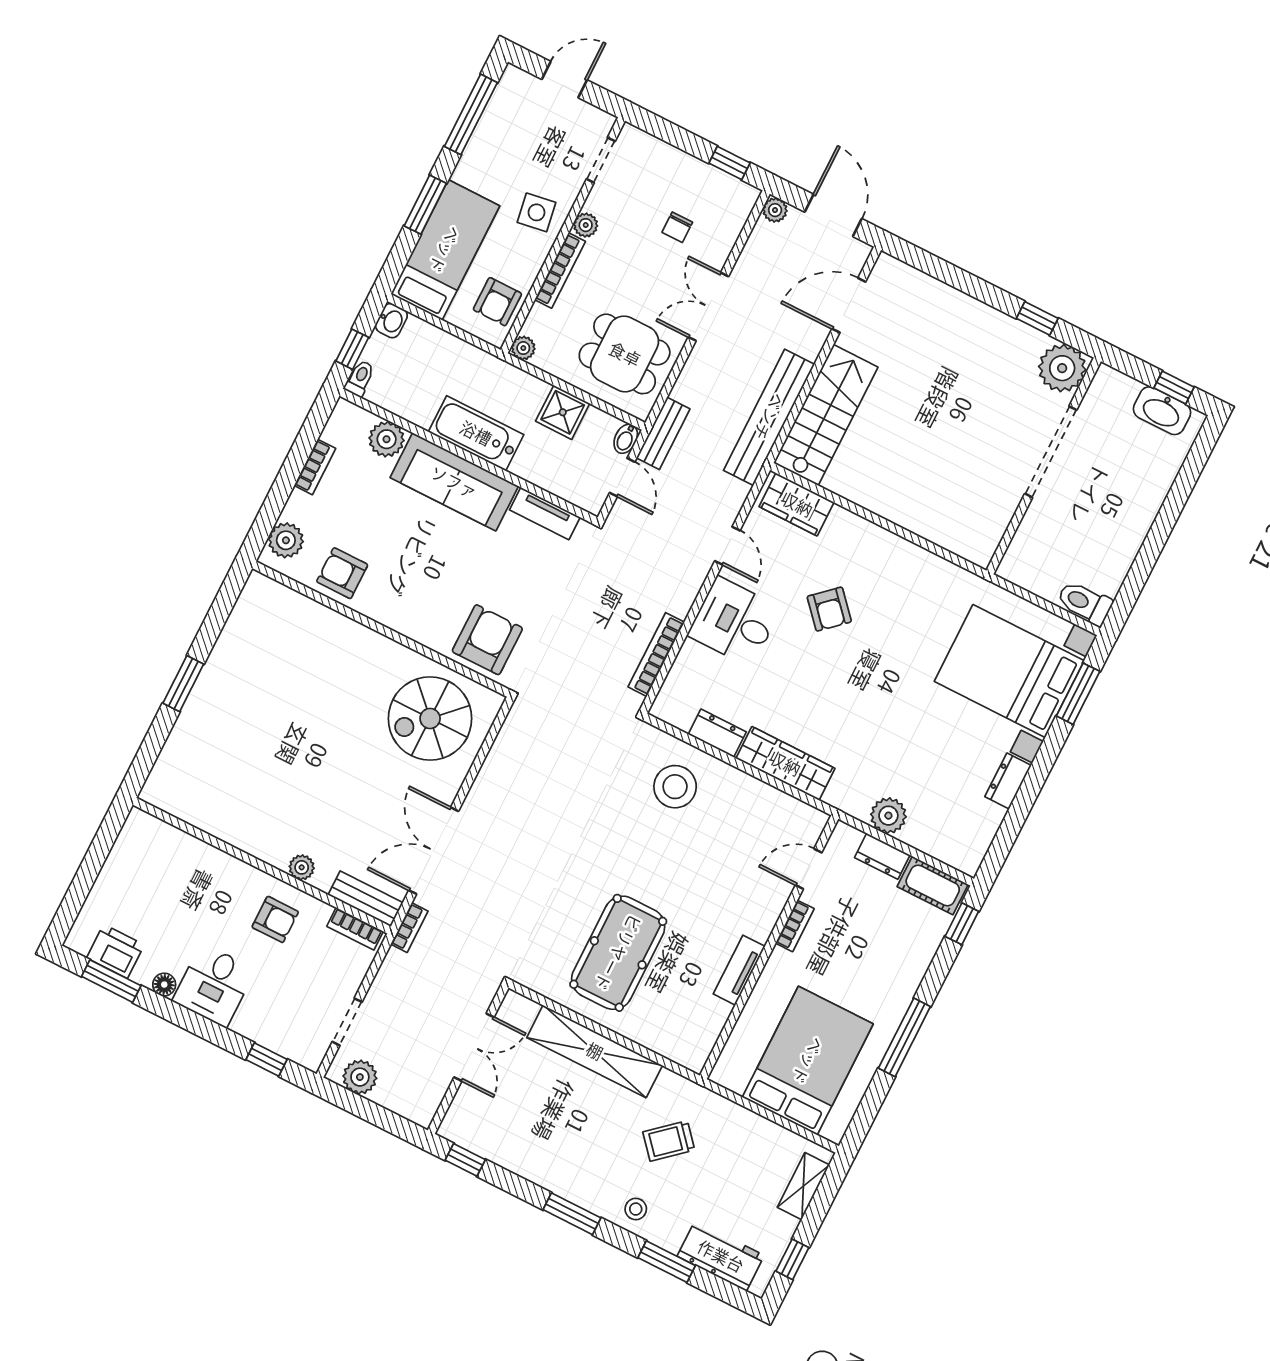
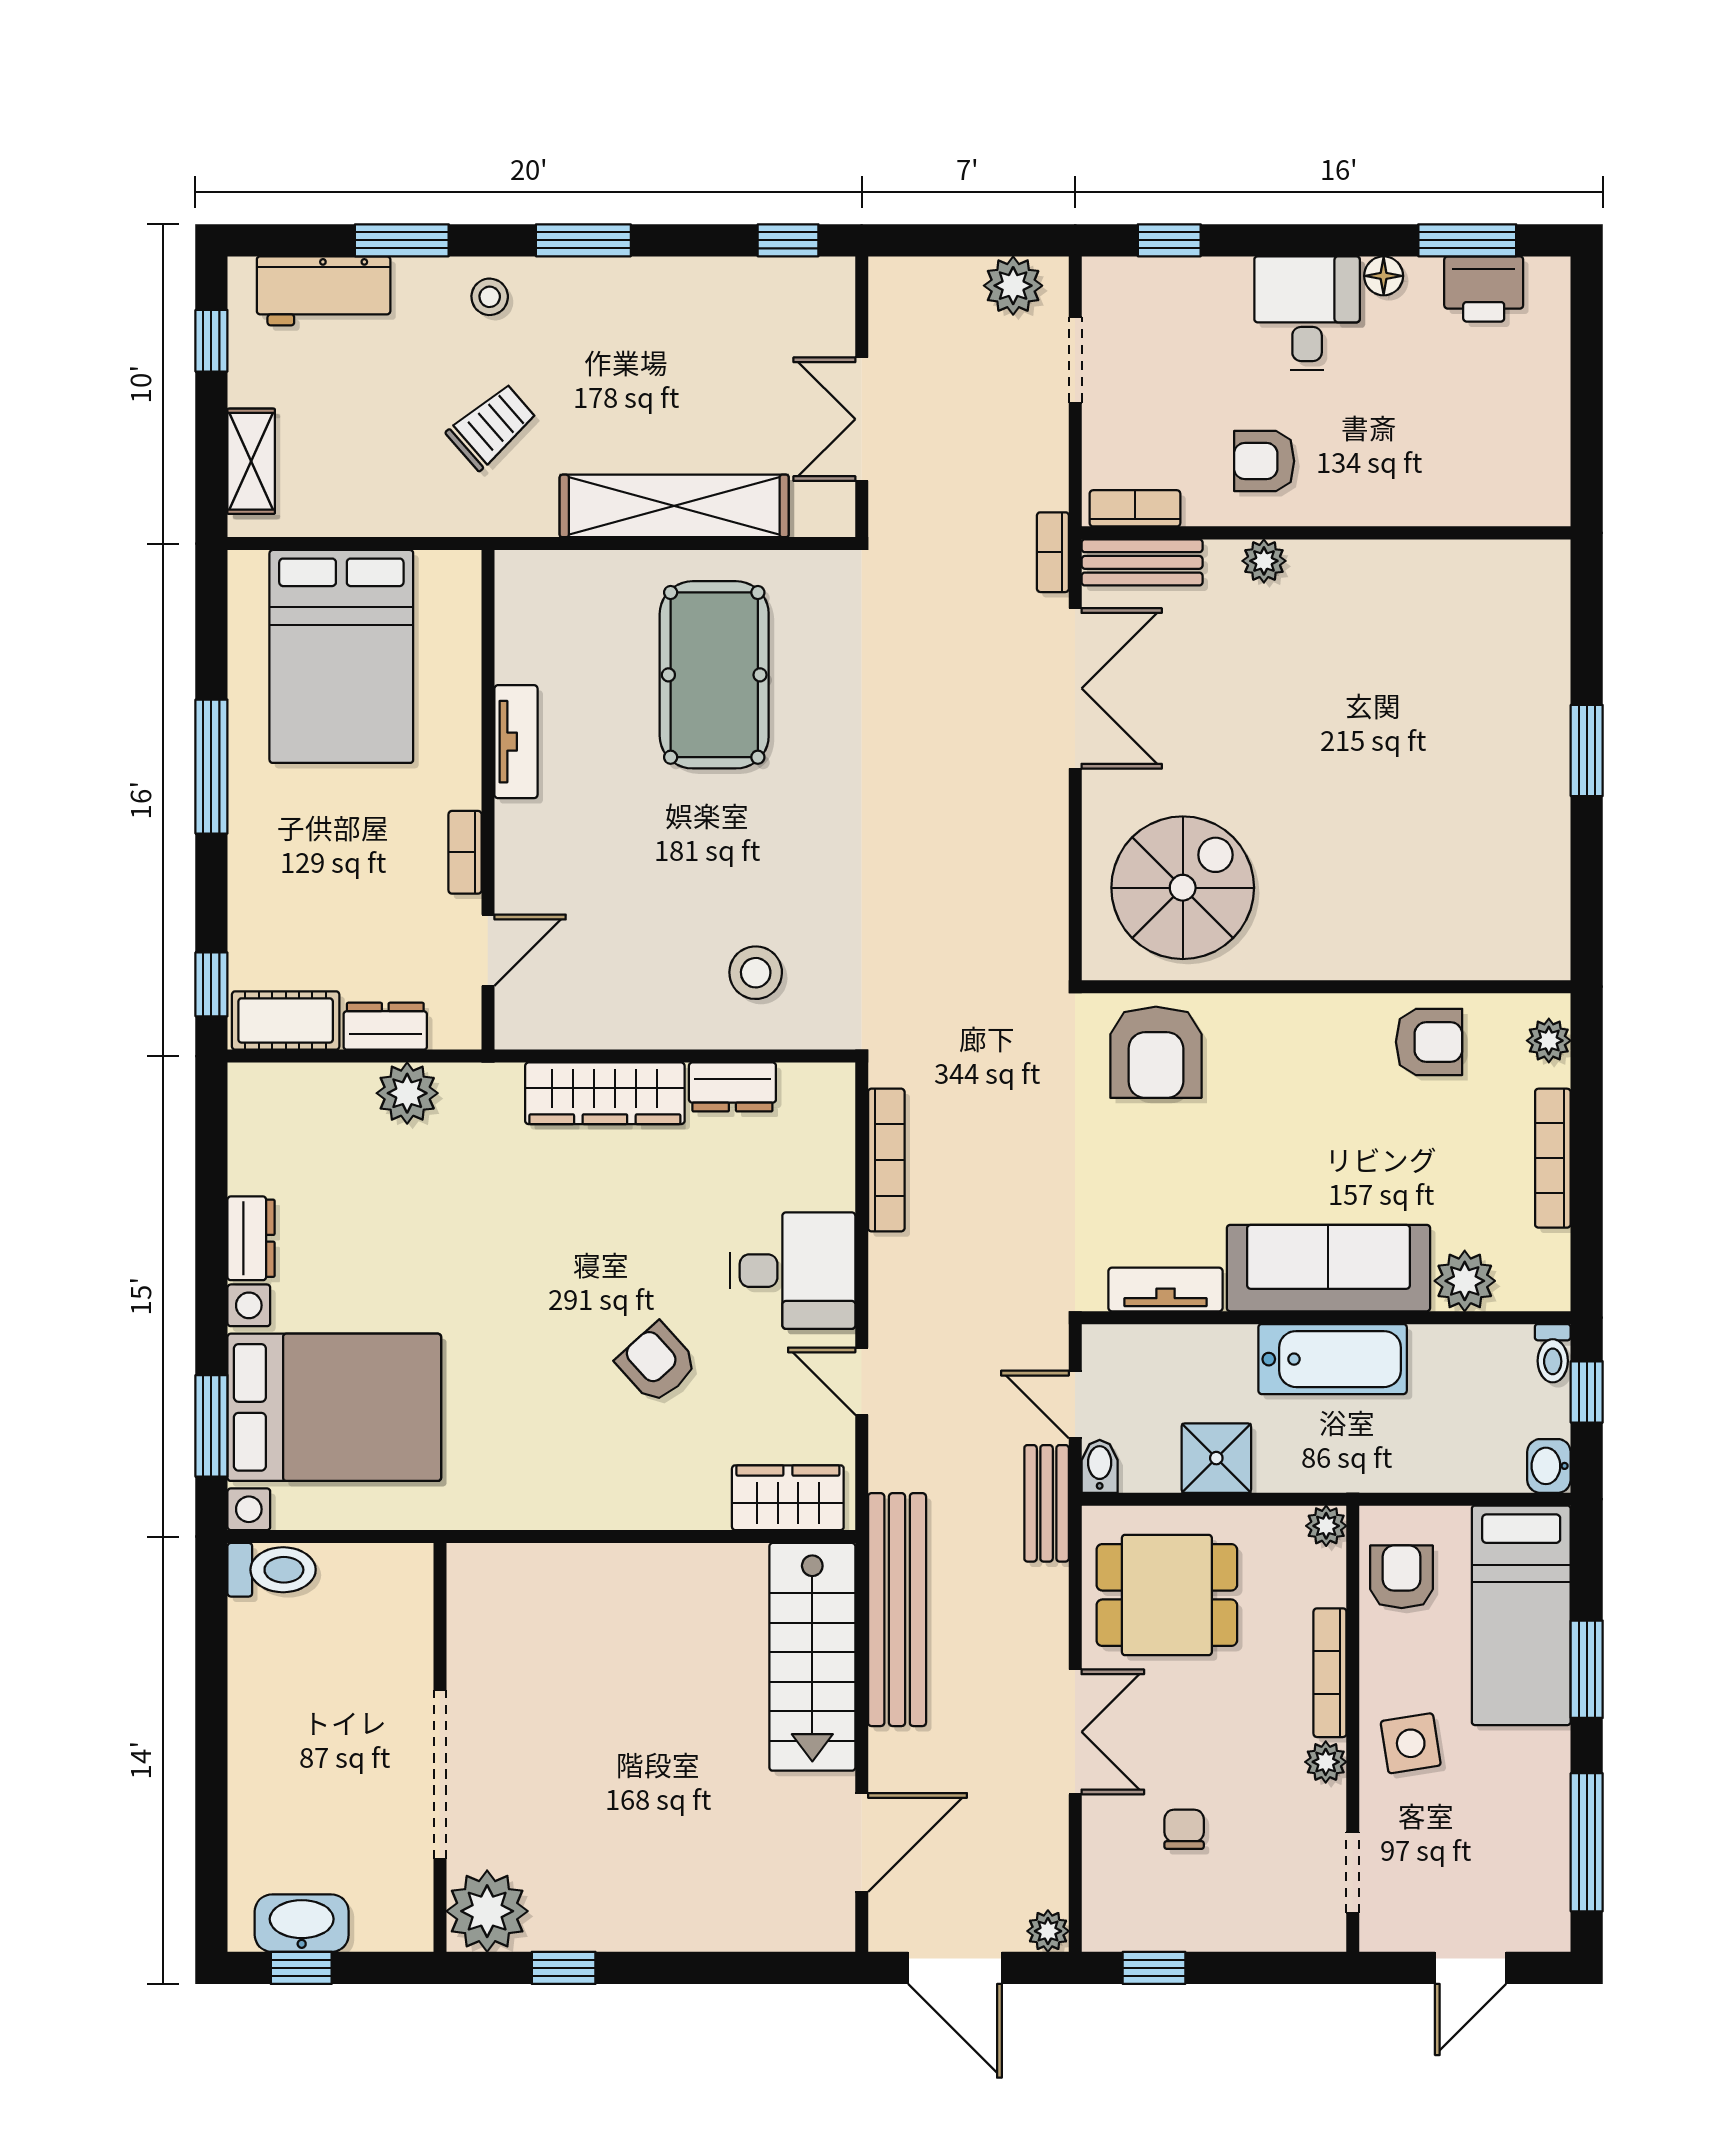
bookcase: (315, 467) -> (1553, 1158), width x1.56
plant: (286, 540) -> (1549, 1041), width x0.73, depth x0.73
stool: (675, 787) -> (756, 973), width x0.73, depth x0.73

